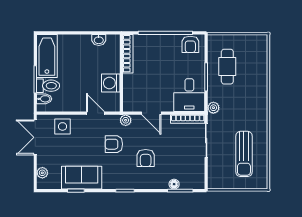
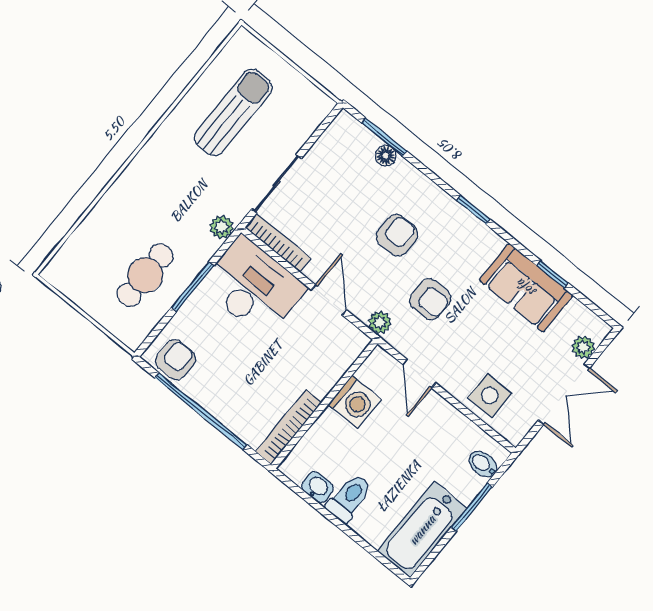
toilet: (48, 86) -> (349, 498), moved, turned 90
desk: (189, 95) -> (253, 287), width x1.37
double door: (35, 137) -> (564, 394), moved

